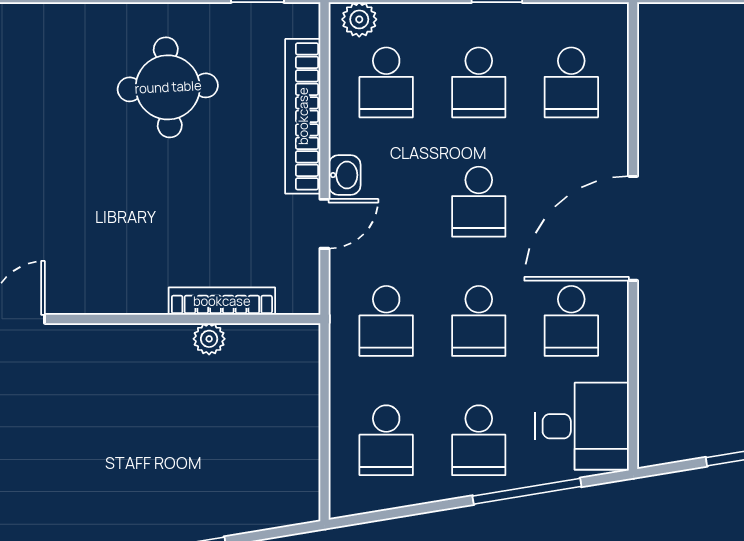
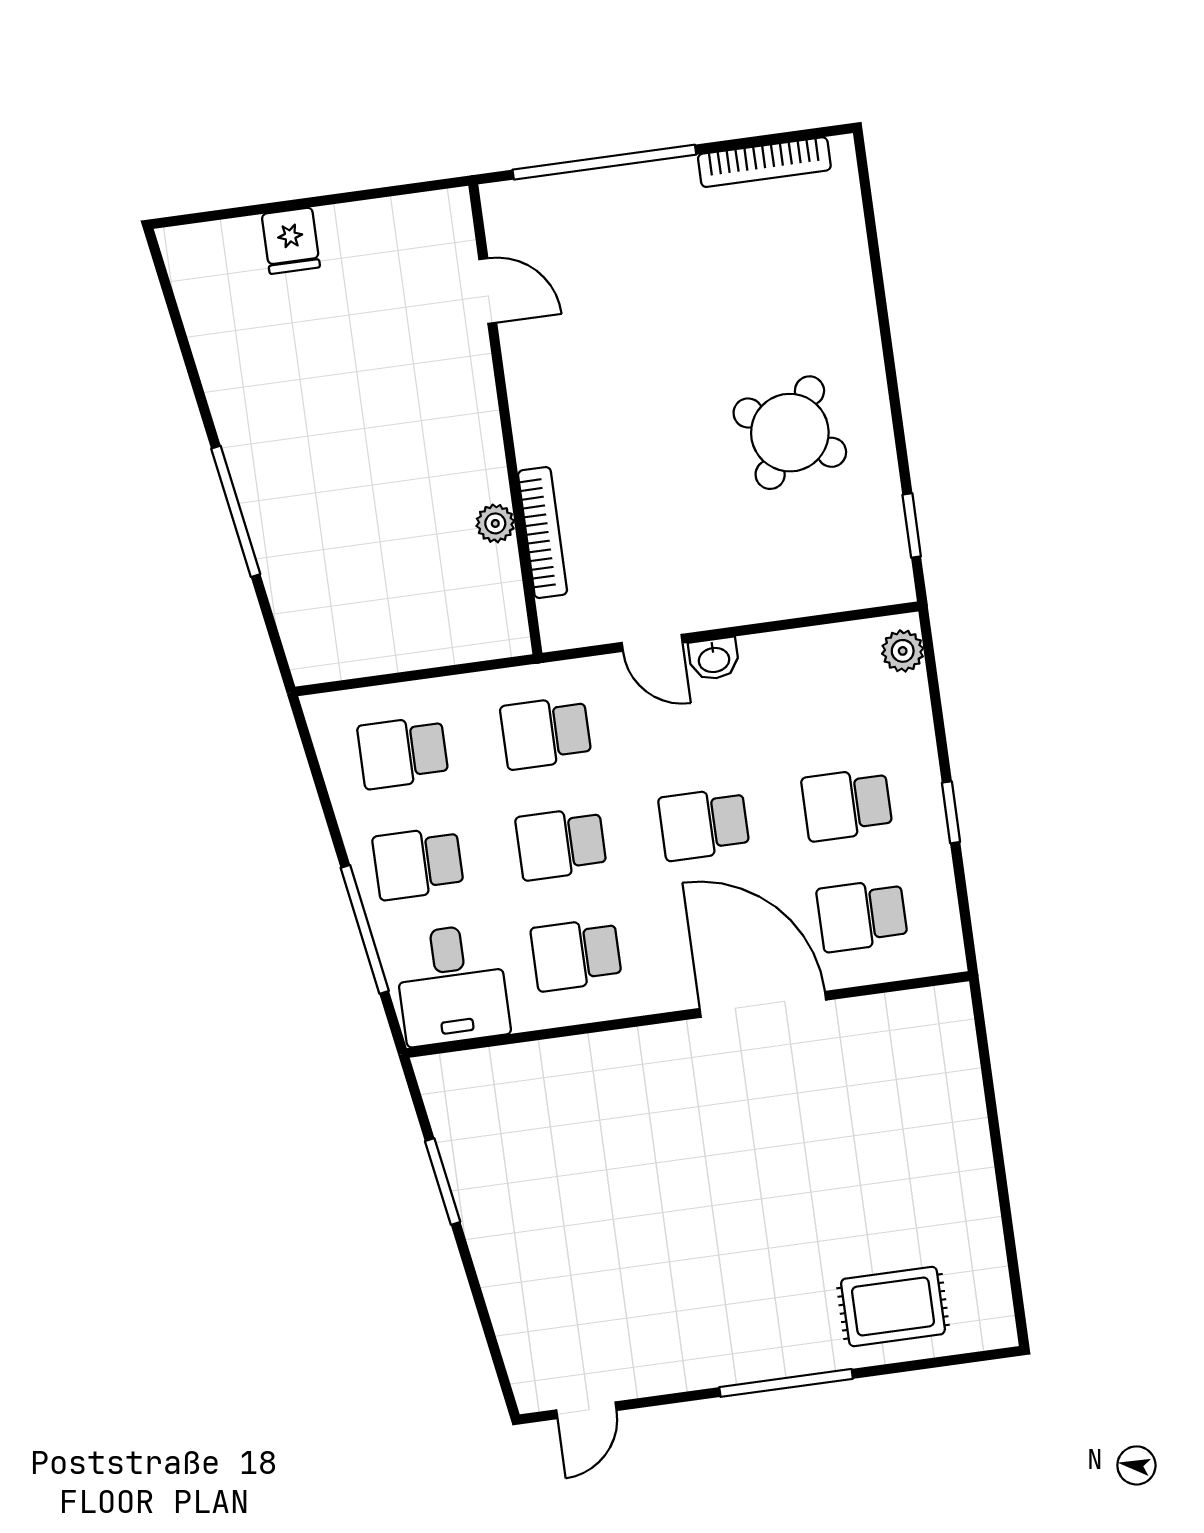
school desk: (386, 82) -> (832, 694), removed
round table: (168, 87) -> (790, 433), turned 36
bookcase: (303, 116) -> (777, 599), removed
door: (633, 228) -> (763, 1004), moved

